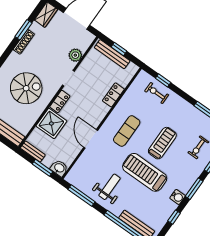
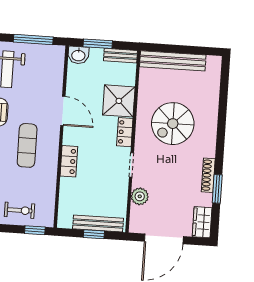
window: (163, 80) -> (35, 230), moved
locker: (113, 95) -> (69, 161), moved

